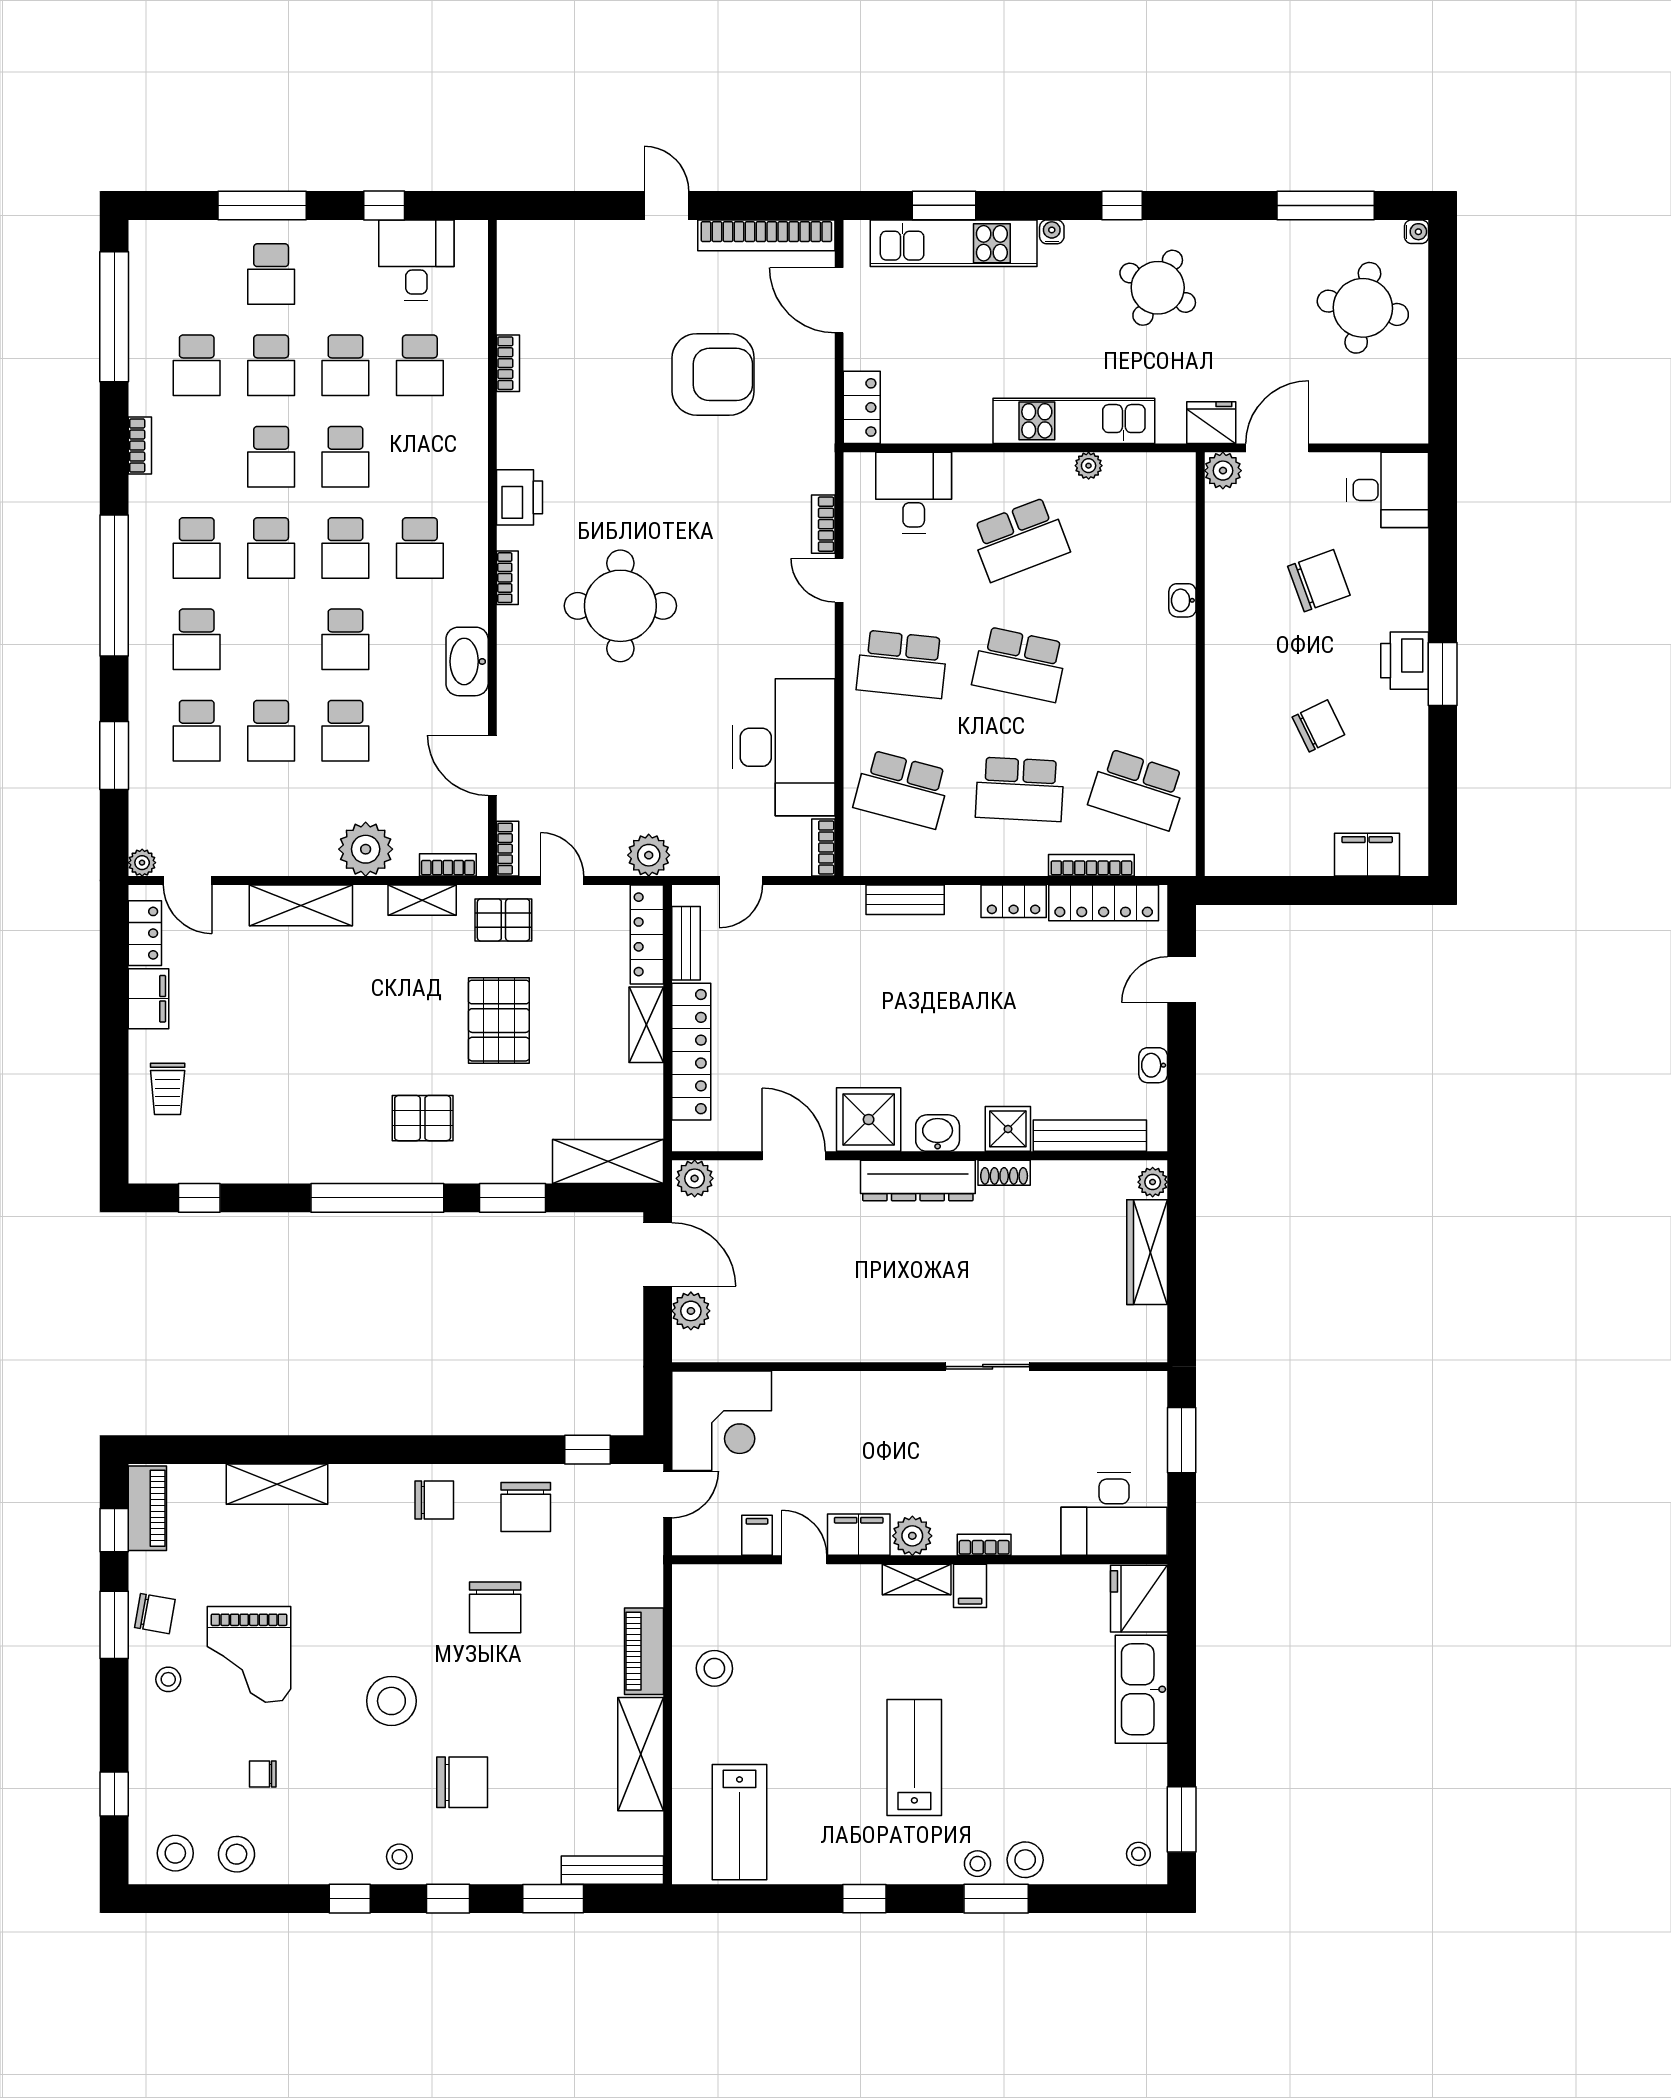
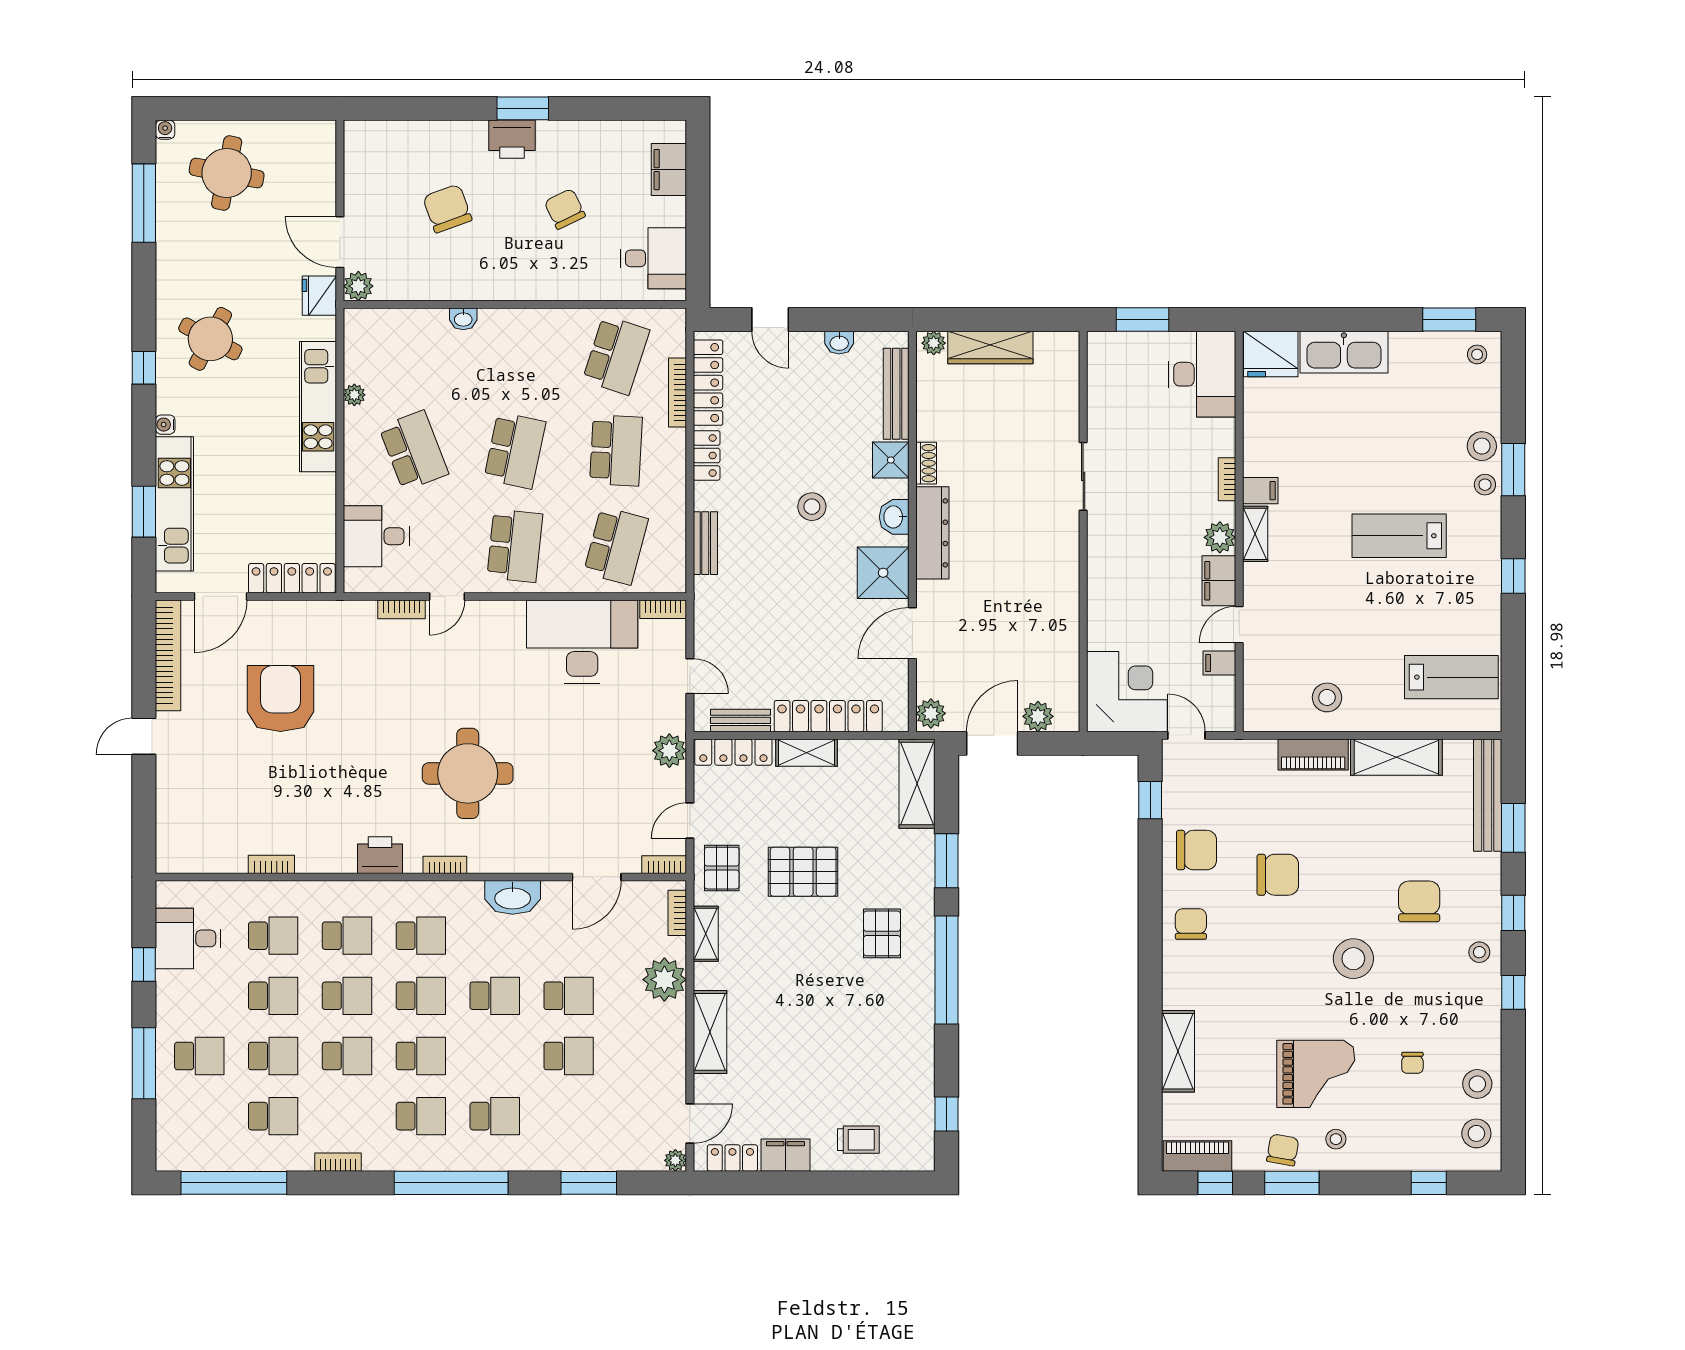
locker: (862, 407) -> (292, 578), width x1.53
desk: (1388, 490) -> (653, 258), moved, turned 90
school desk: (197, 731) -> (347, 936), moved
stool: (950, 1031) -> (812, 507), added
bench: (612, 1870) -> (1488, 795), width x1.37, depth x1.21

